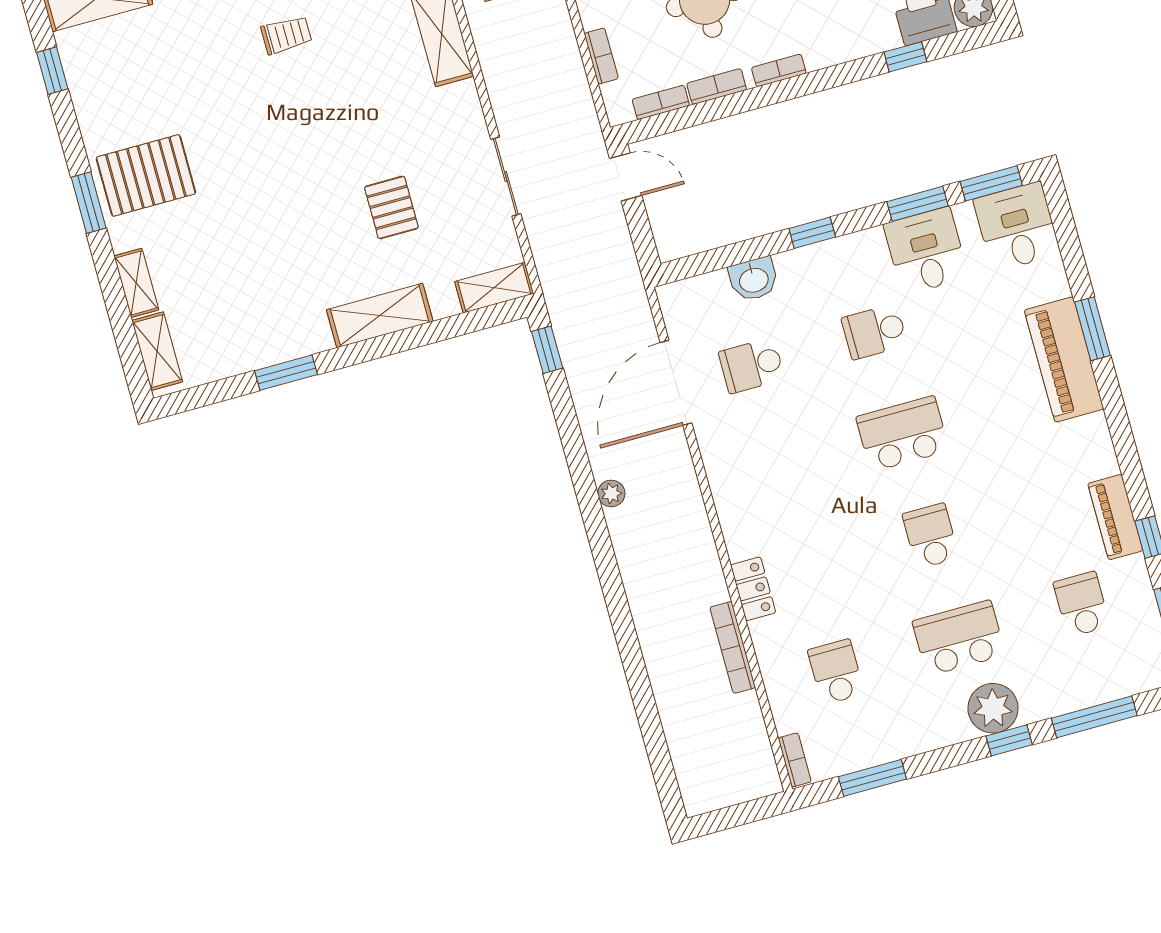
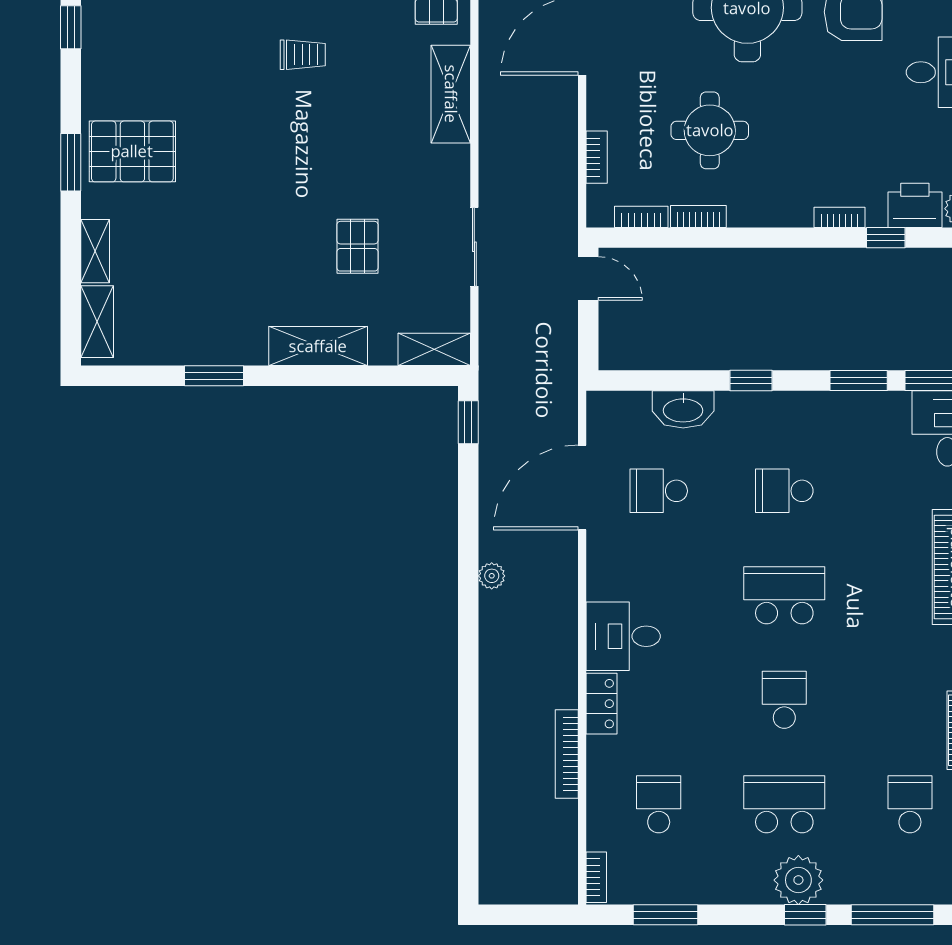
bookcase: (779, 70) -> (839, 217), moved
desk: (926, 251) -> (623, 636), moved, turned -90
washbasin: (754, 279) -> (683, 409), width x1.38

